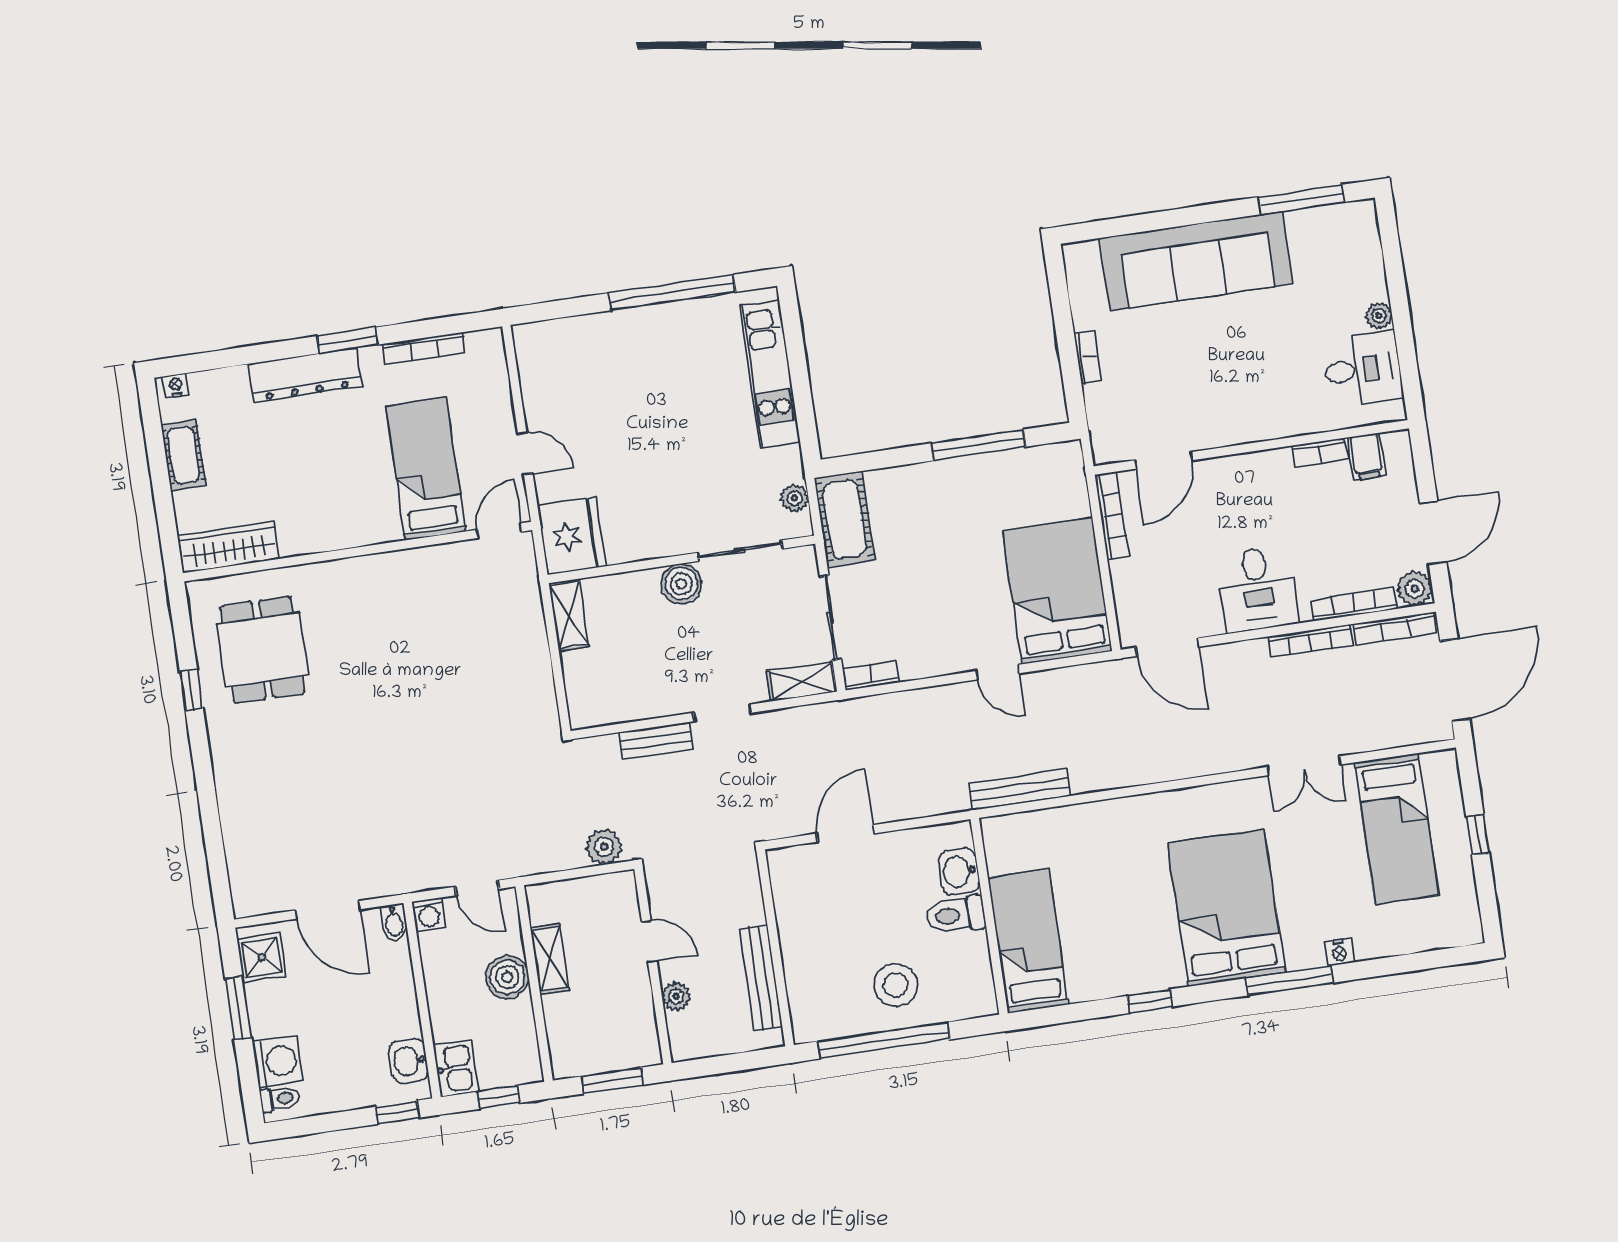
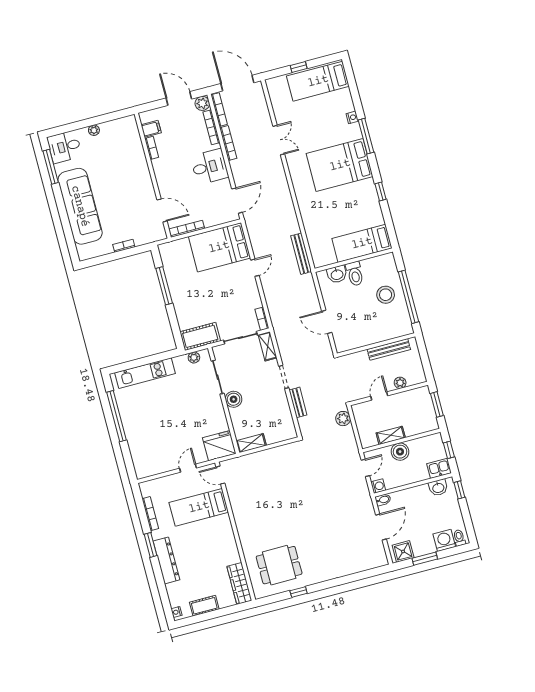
desk: (1363, 369) -> (65, 147), moved, turned -90
bed: (1397, 829) -> (318, 81), moved, turned 180

